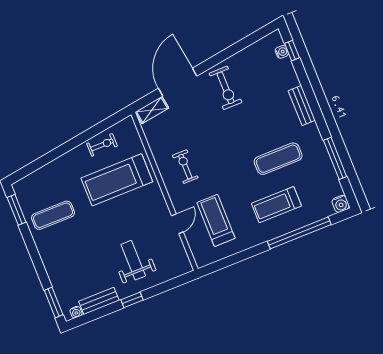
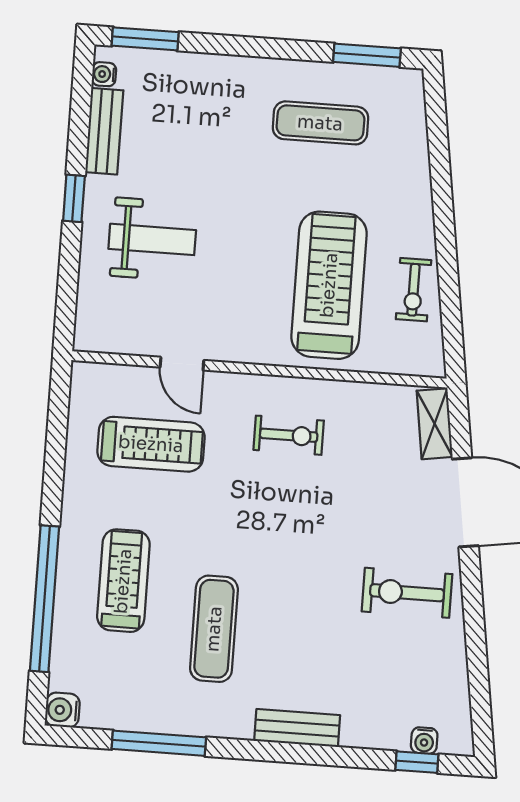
exercise mat: (53, 215) -> (320, 123), turned 90

